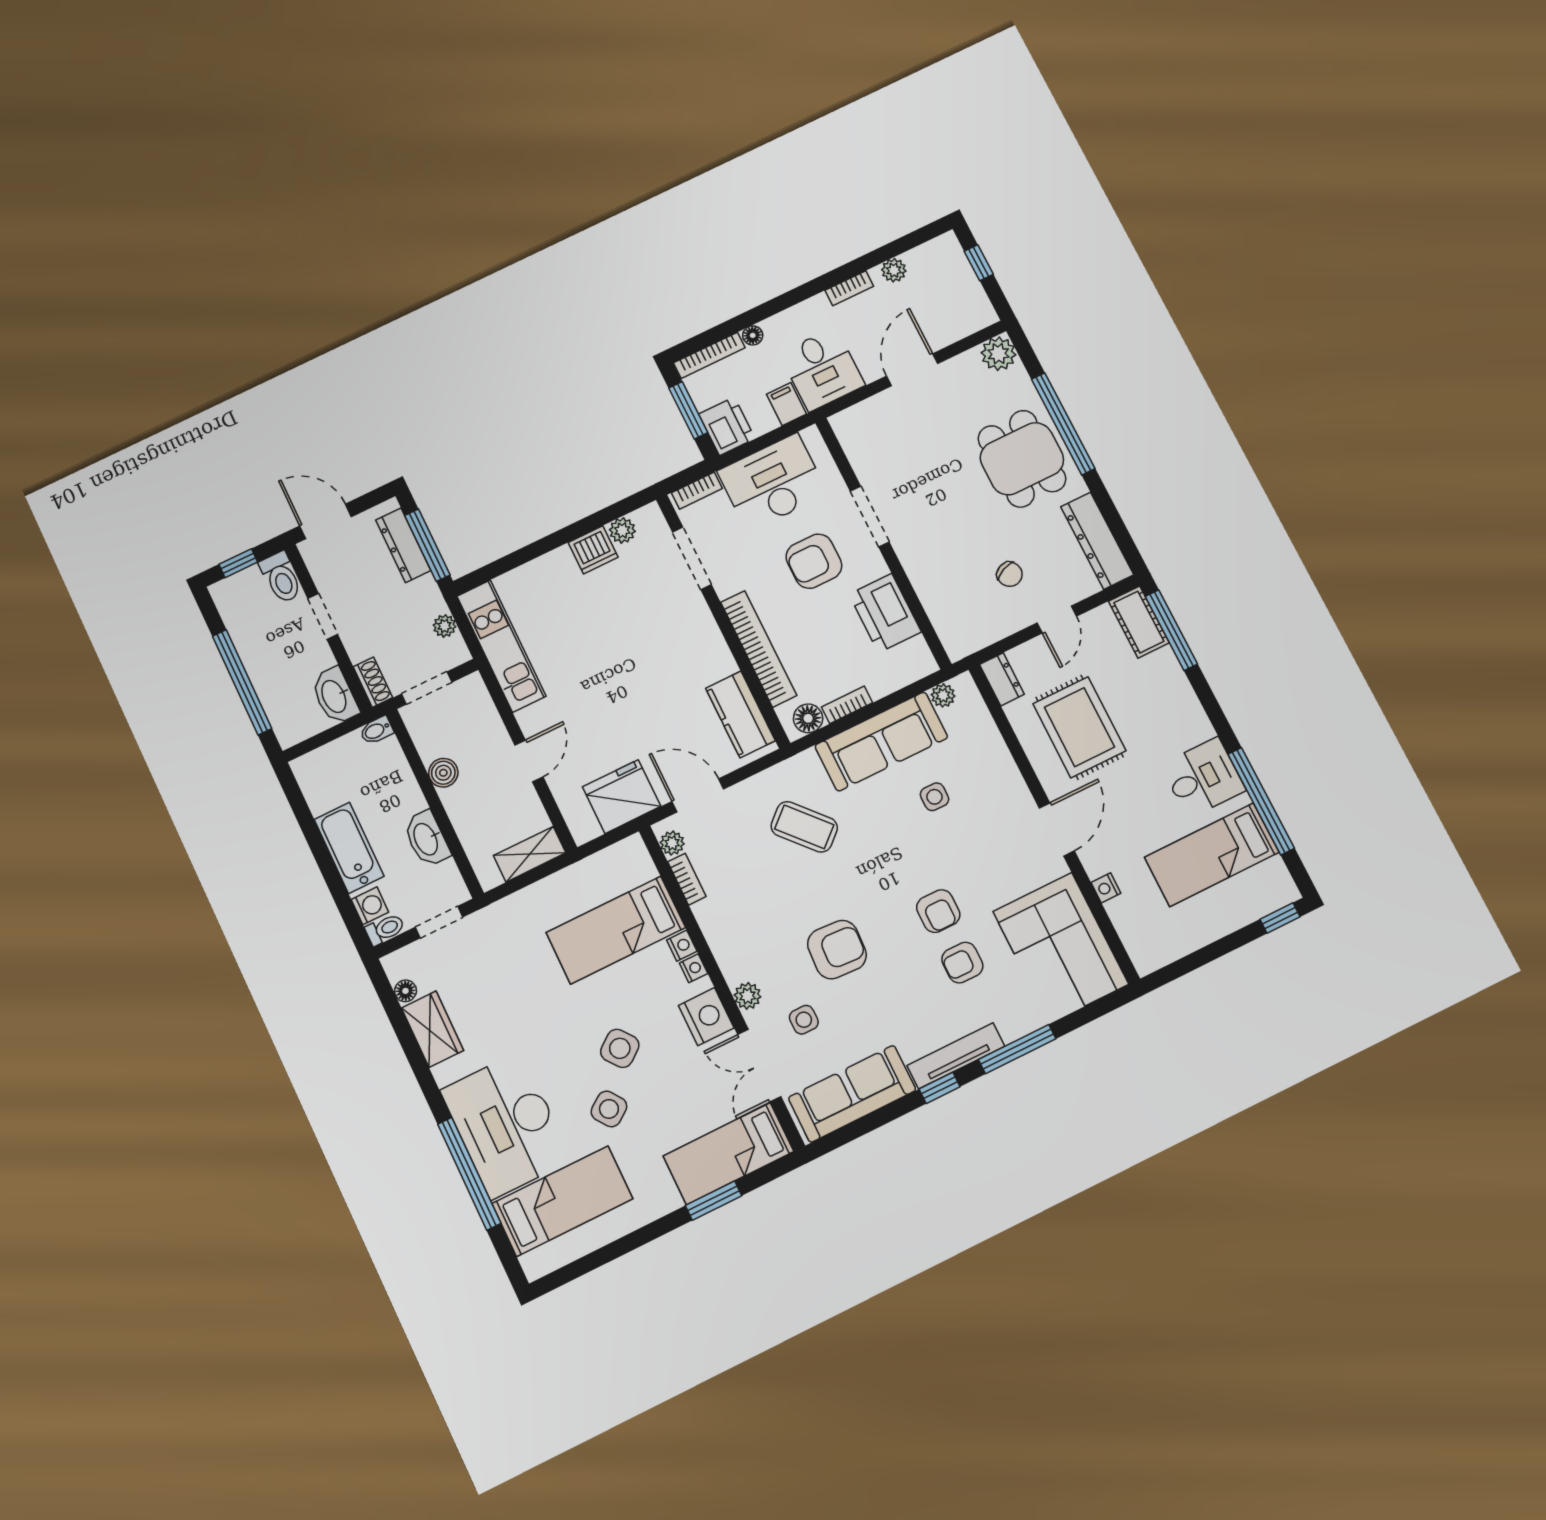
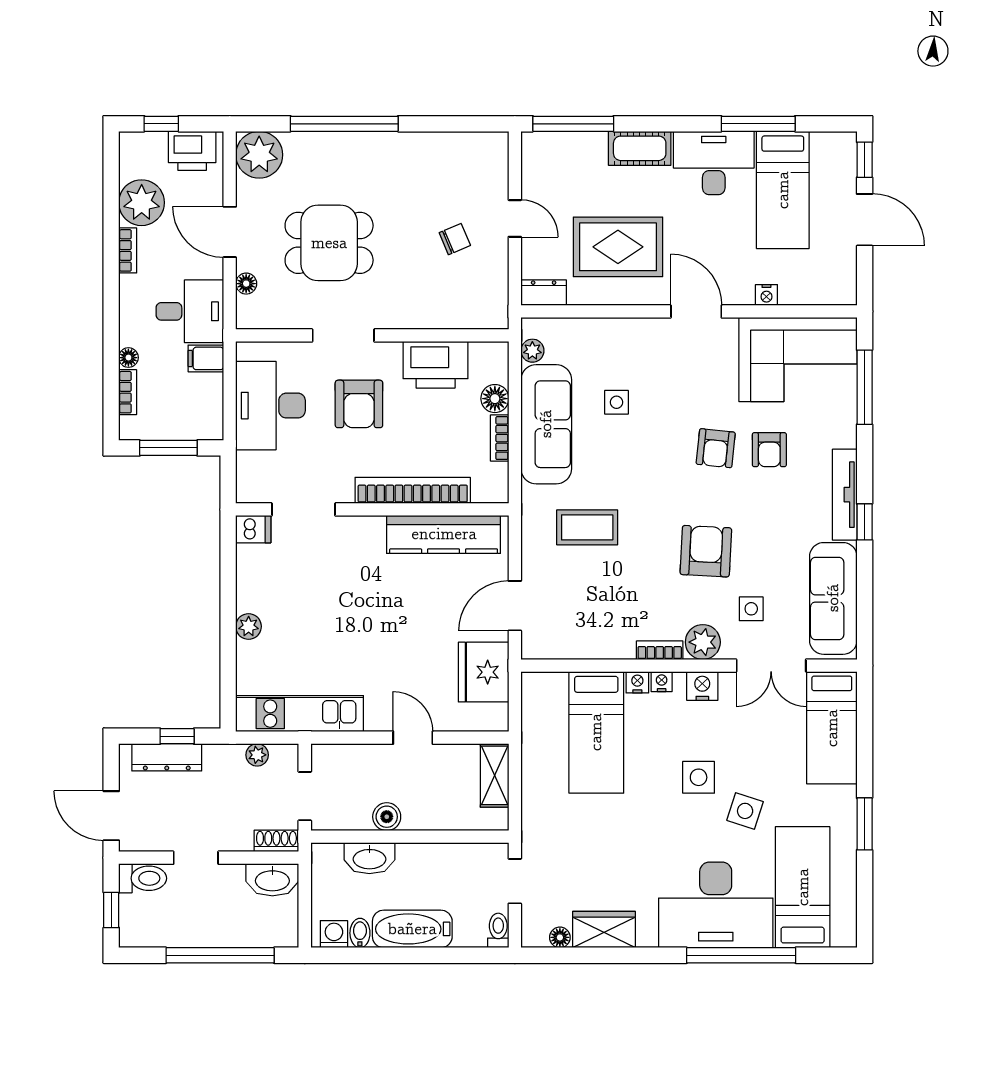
plant: (894, 270) -> (142, 203), width x1.88, depth x1.88
plant: (998, 354) -> (259, 155), width x1.36, depth x1.36
bookcase: (709, 355) -> (128, 392), width x0.64
floor lamp: (873, 407) -> (246, 284), added
printer: (727, 426) -> (192, 151), moved, turned 180
dining table: (1022, 459) -> (329, 243), moved
bookcase: (697, 491) -> (245, 476), removed
door: (326, 521) -> (111, 816), hinge flipped
plant: (622, 530) -> (249, 626), moved
dresser: (1097, 541) -> (463, 148), removed
window: (427, 545) -> (177, 736), width x0.46
dishwasher: (593, 550) -> (253, 529), moved, width x0.73
cot: (1139, 622) -> (640, 148), moved
kitchen counter: (740, 714) -> (444, 534), width x1.50
floor lamp: (808, 718) -> (495, 399), moved
bidet: (377, 730) -> (360, 933), moved, turned 180
desk: (1203, 778) -> (714, 163), width x1.37
window: (1261, 801) -> (758, 124), width x0.68
coffee table: (804, 827) -> (587, 527), turned 42
washbasin: (427, 839) -> (369, 858), moved
plant: (672, 843) -> (545, 648), removed
bookcase: (687, 879) -> (660, 650), moved
washing machine: (370, 906) -> (334, 934), moved
armchair: (938, 911) -> (716, 448), turned 96
door: (1224, 946) -> (865, 220), added
plant: (748, 996) -> (703, 642), width x1.38, depth x1.38
nightstand: (706, 1017) -> (702, 686), width x0.74, depth x0.75
side table: (620, 1048) -> (699, 777), turned 38
window: (1017, 1049) -> (865, 387), moved
side table: (609, 1109) -> (745, 811), turned -36
window: (713, 1201) -> (865, 824), moved

